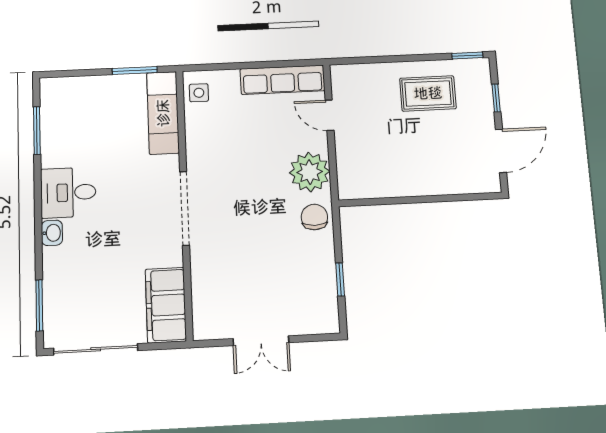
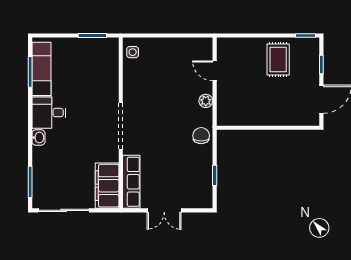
row of seats: (282, 80) -> (131, 182), moved, turned -90
rug: (428, 93) -> (278, 59), turned 90
exam couch: (163, 113) -> (41, 69), moved, turned 180
plant: (310, 172) -> (206, 101), width x0.53, depth x0.53

